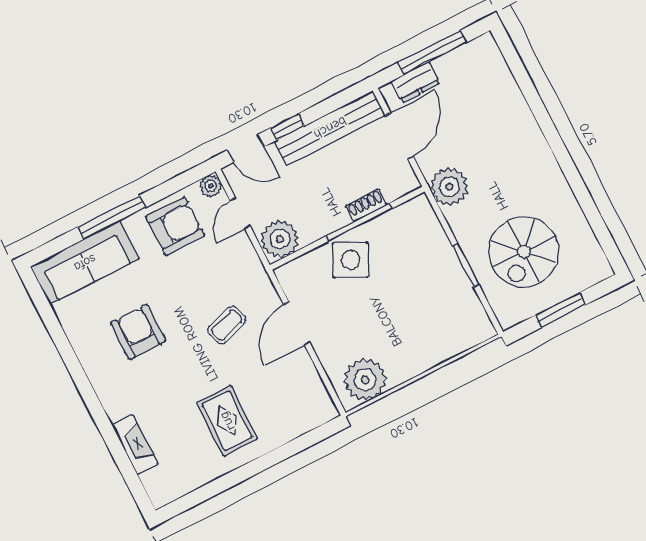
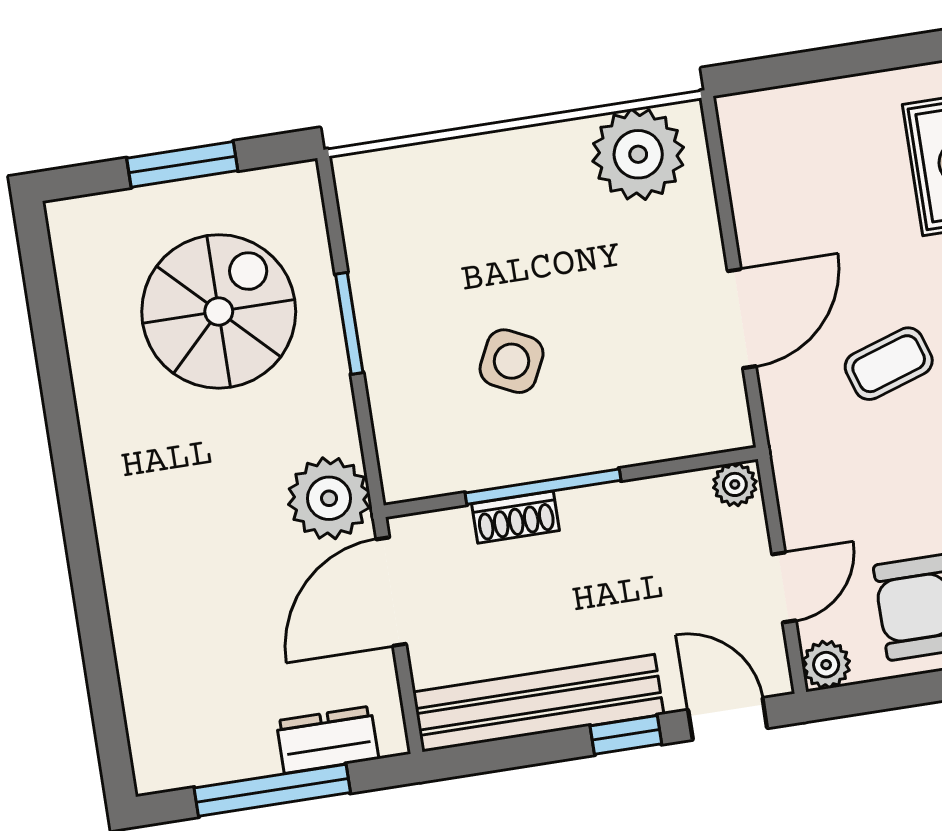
door: (399, 136) -> (391, 592), moved
plant: (280, 239) -> (735, 484), width x0.53, depth x0.53
side table: (350, 260) -> (512, 361), moved, width x0.73, depth x0.73

